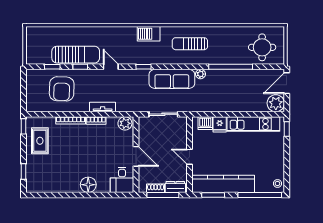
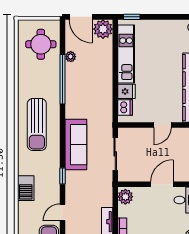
barbecue: (149, 34) -> (26, 188), moved
sun lounger: (190, 44) -> (37, 125), width x1.36, depth x1.34
plant: (200, 74) -> (71, 57), moved

